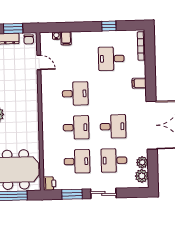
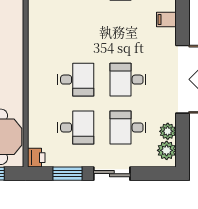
desk: (75, 94) -> (76, 32), removed
desk: (113, 126) -> (128, 80), turned 180

